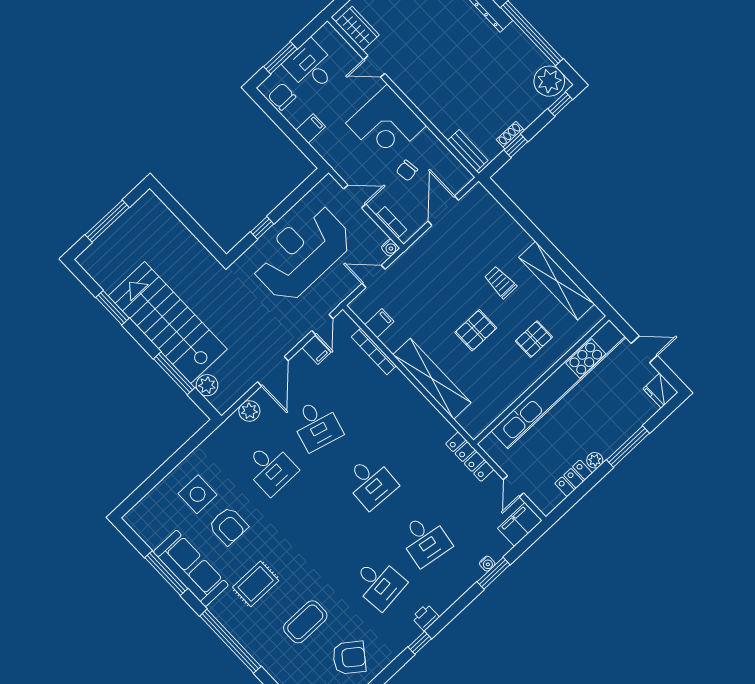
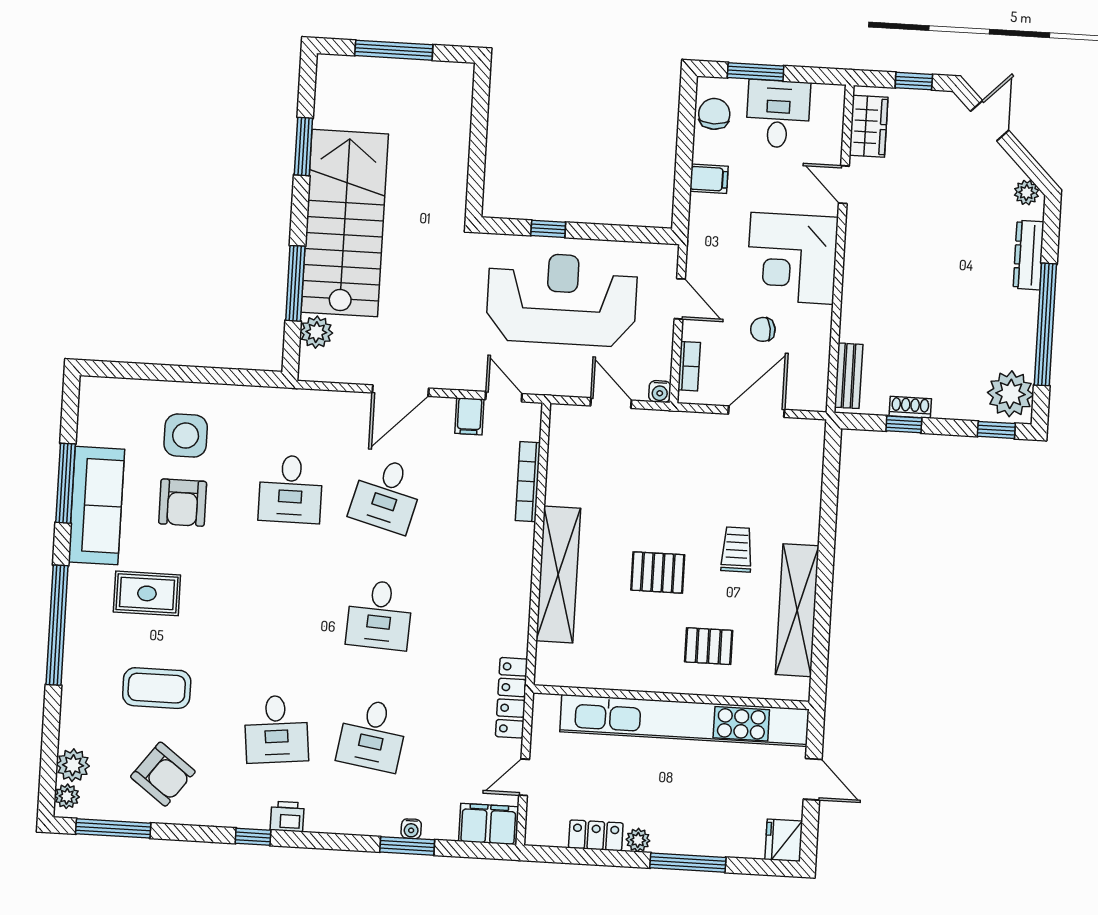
filing cabinet: (379, 323) -> (565, 458), removed
door: (322, 325) -> (504, 397), swing flipped
plant: (249, 411) -> (332, 406), removed

